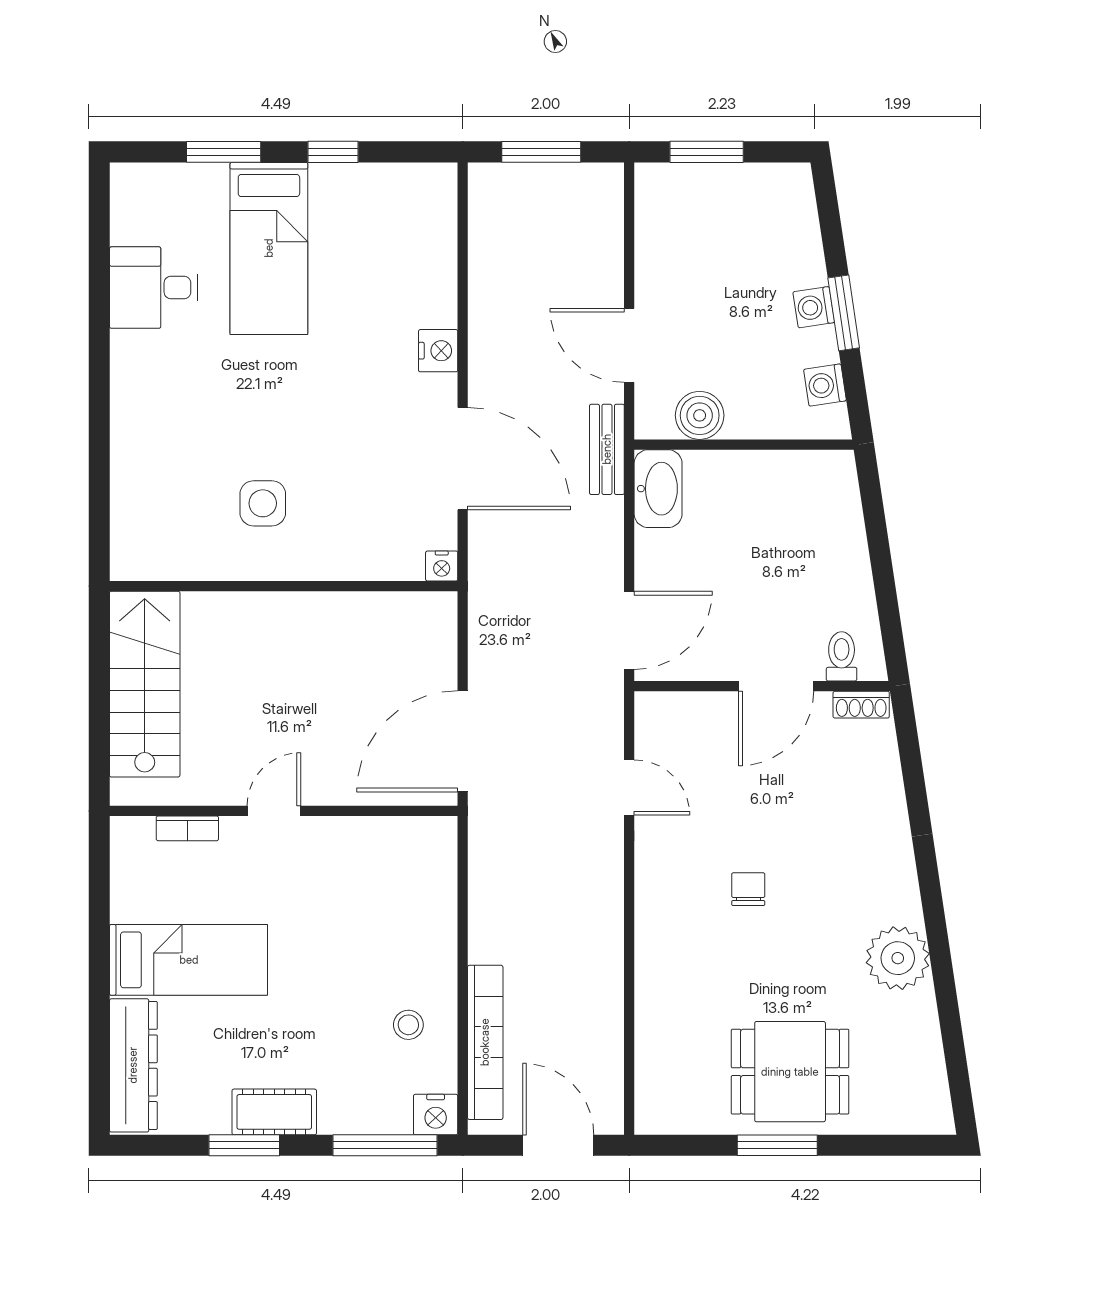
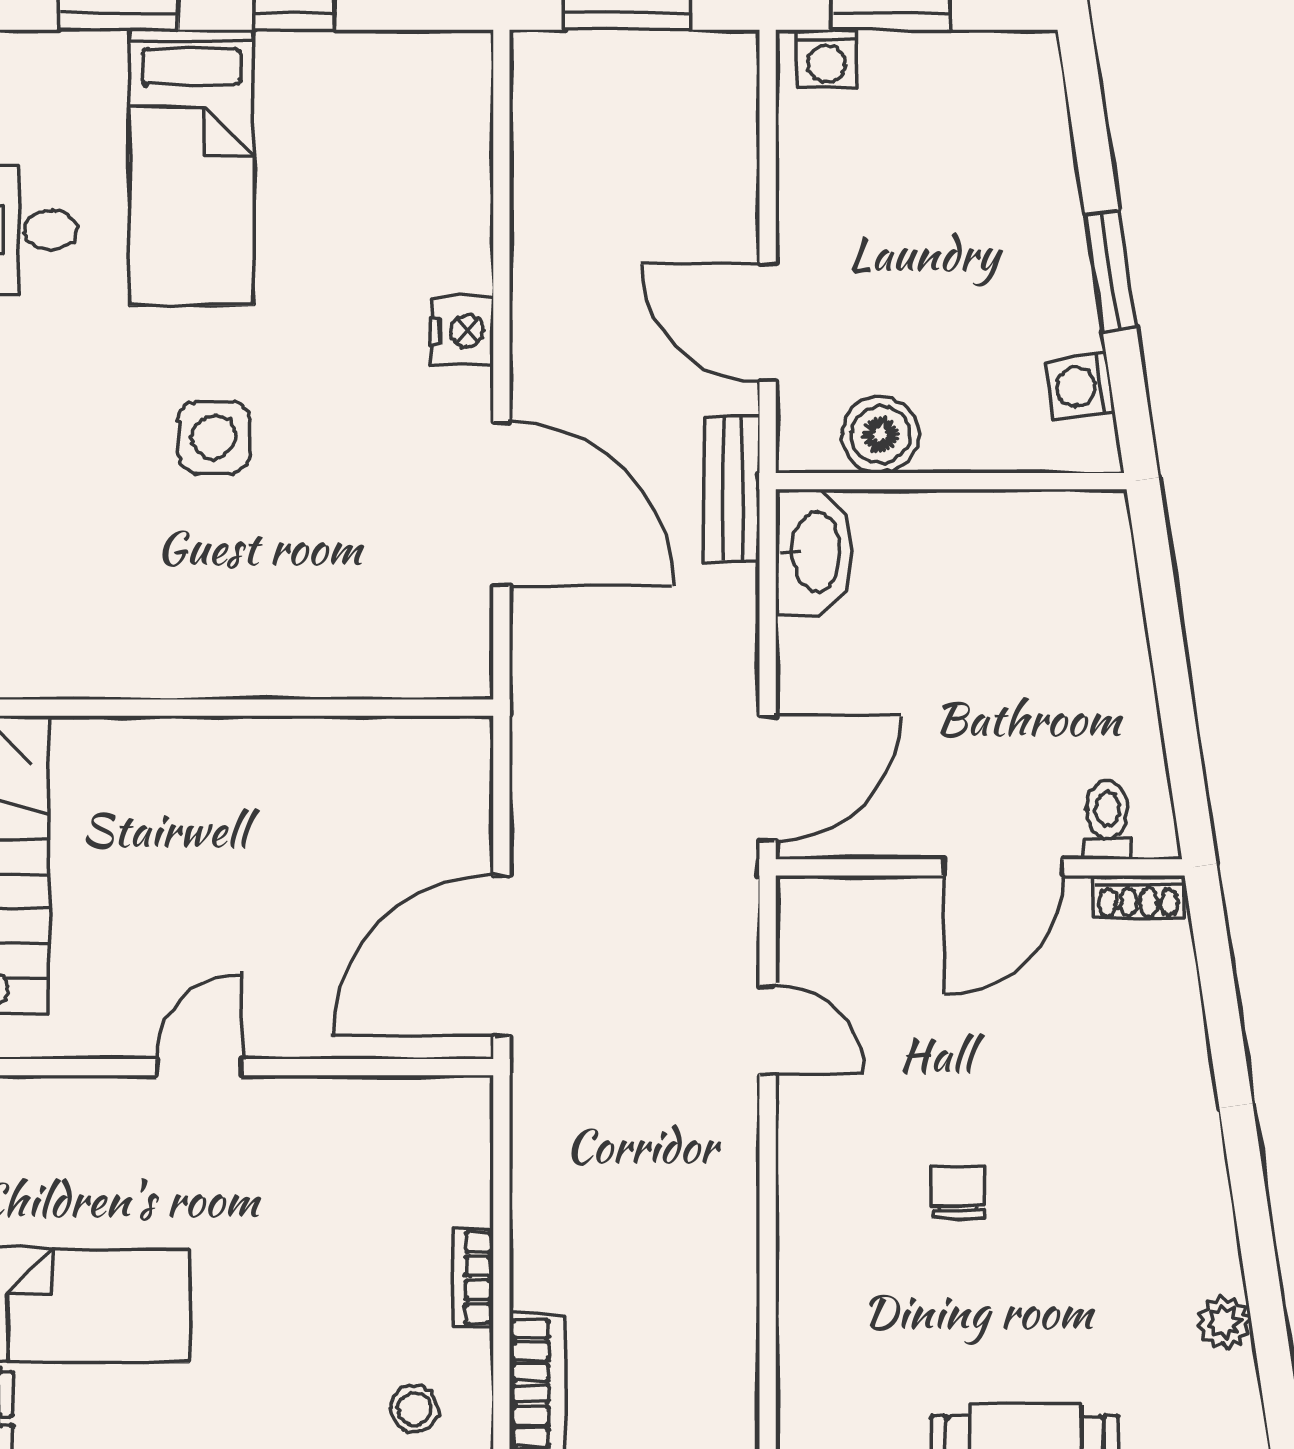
washing machine: (814, 307) -> (827, 59), moved, turned -81
side table: (263, 503) -> (214, 437), moved
nightstand: (442, 566) -> (468, 675), removed
bookcase: (187, 828) -> (473, 1278), moved, turned 90
plant: (898, 958) -> (1224, 1322), width x0.53, depth x0.53

